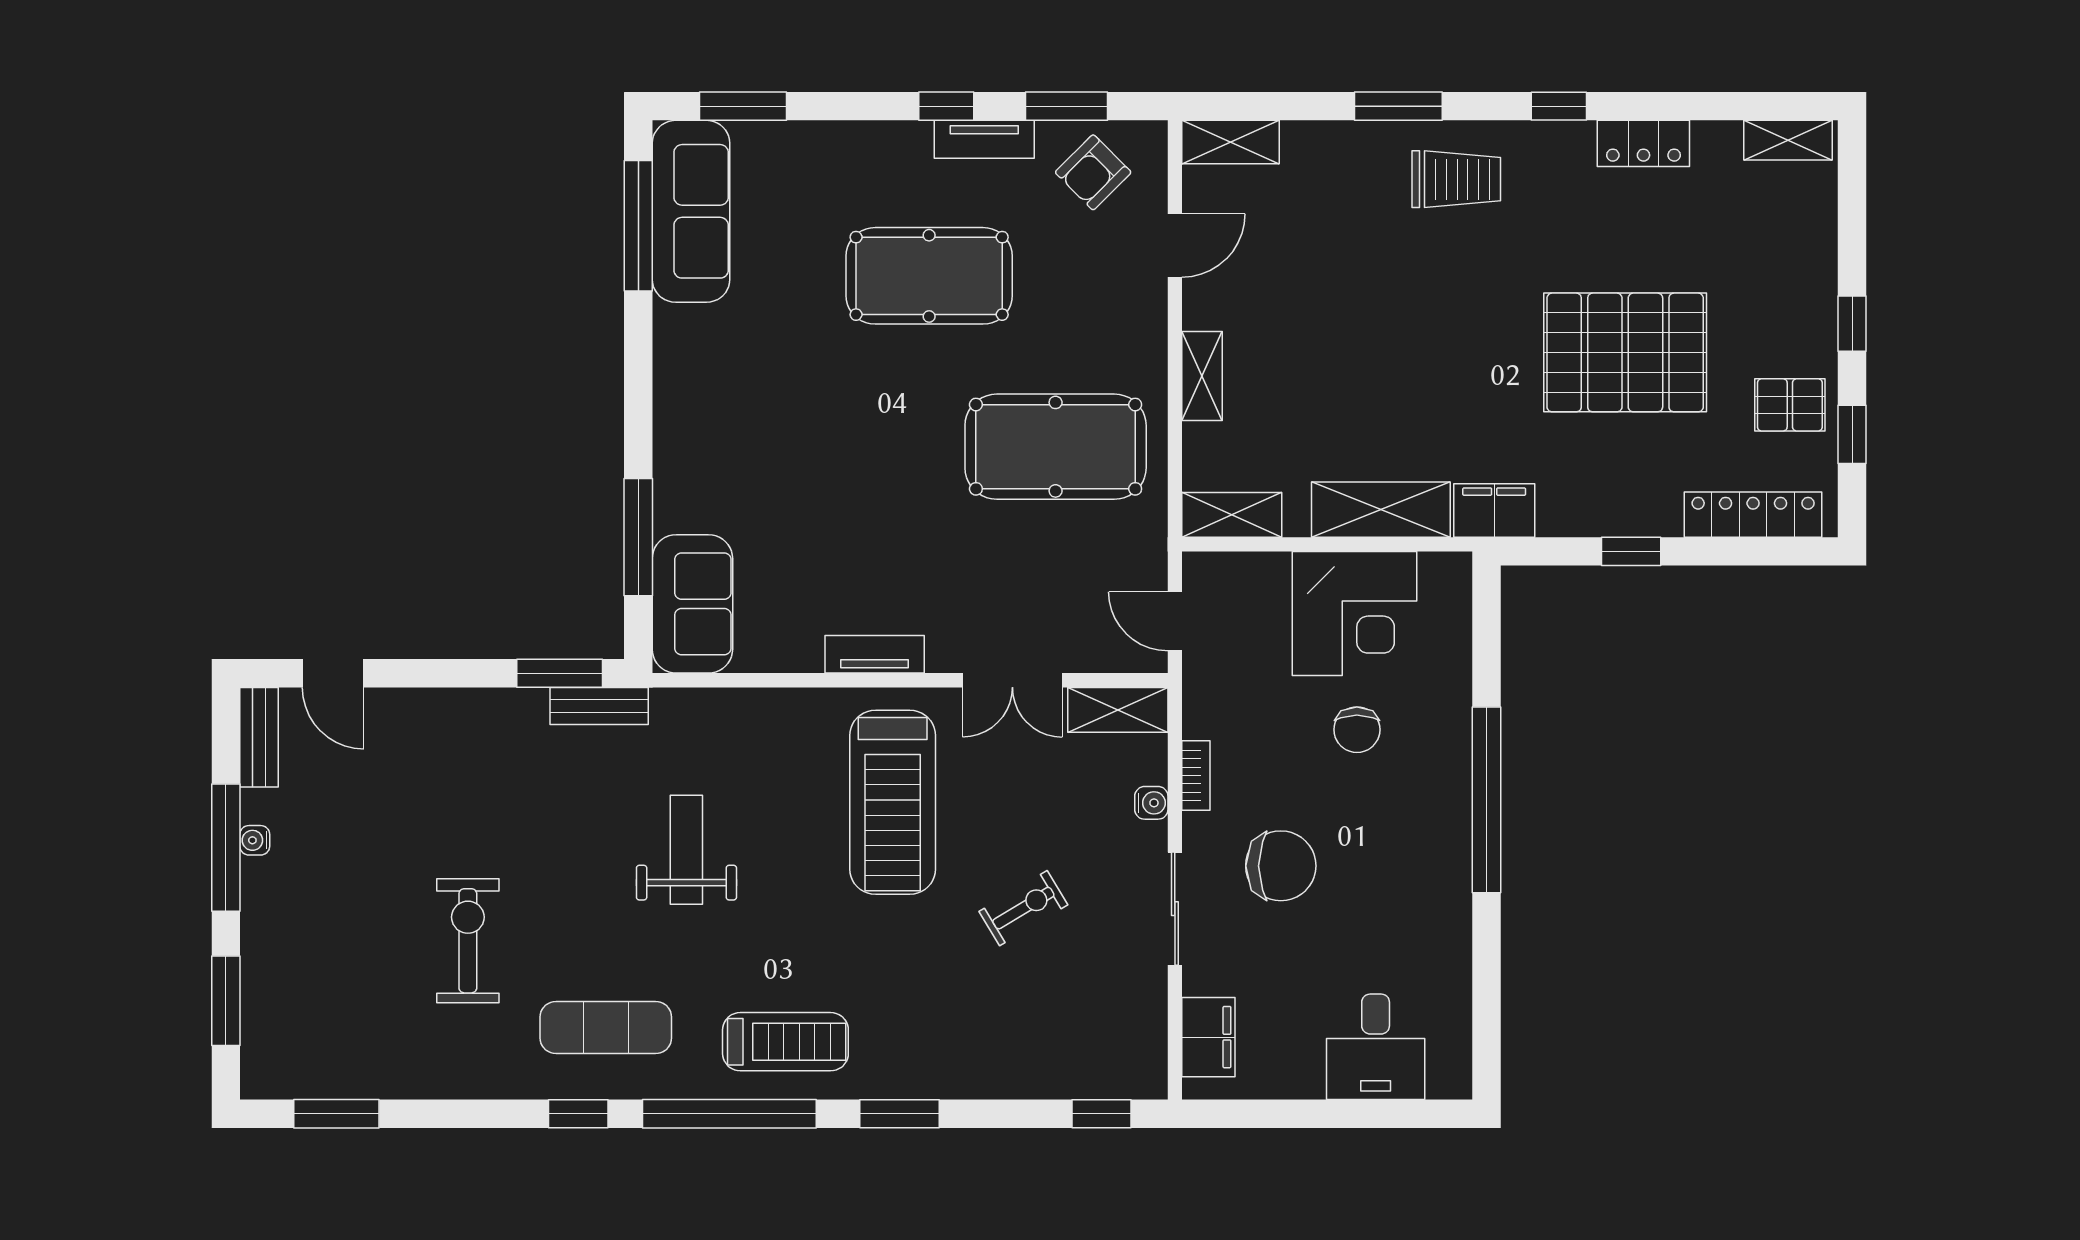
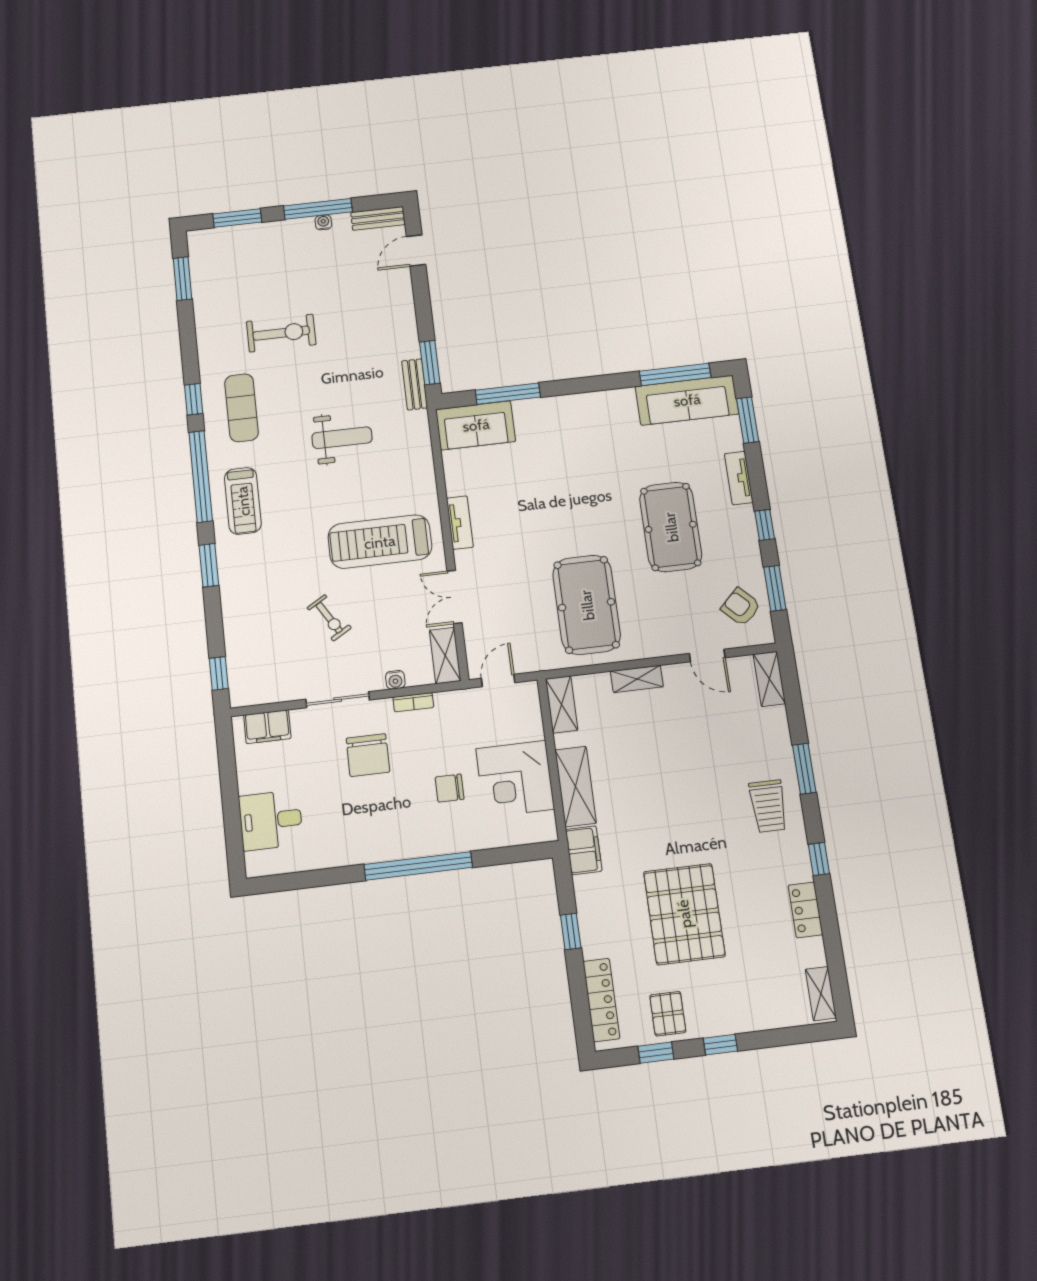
tv unit: (984, 139) -> (739, 478), moved

